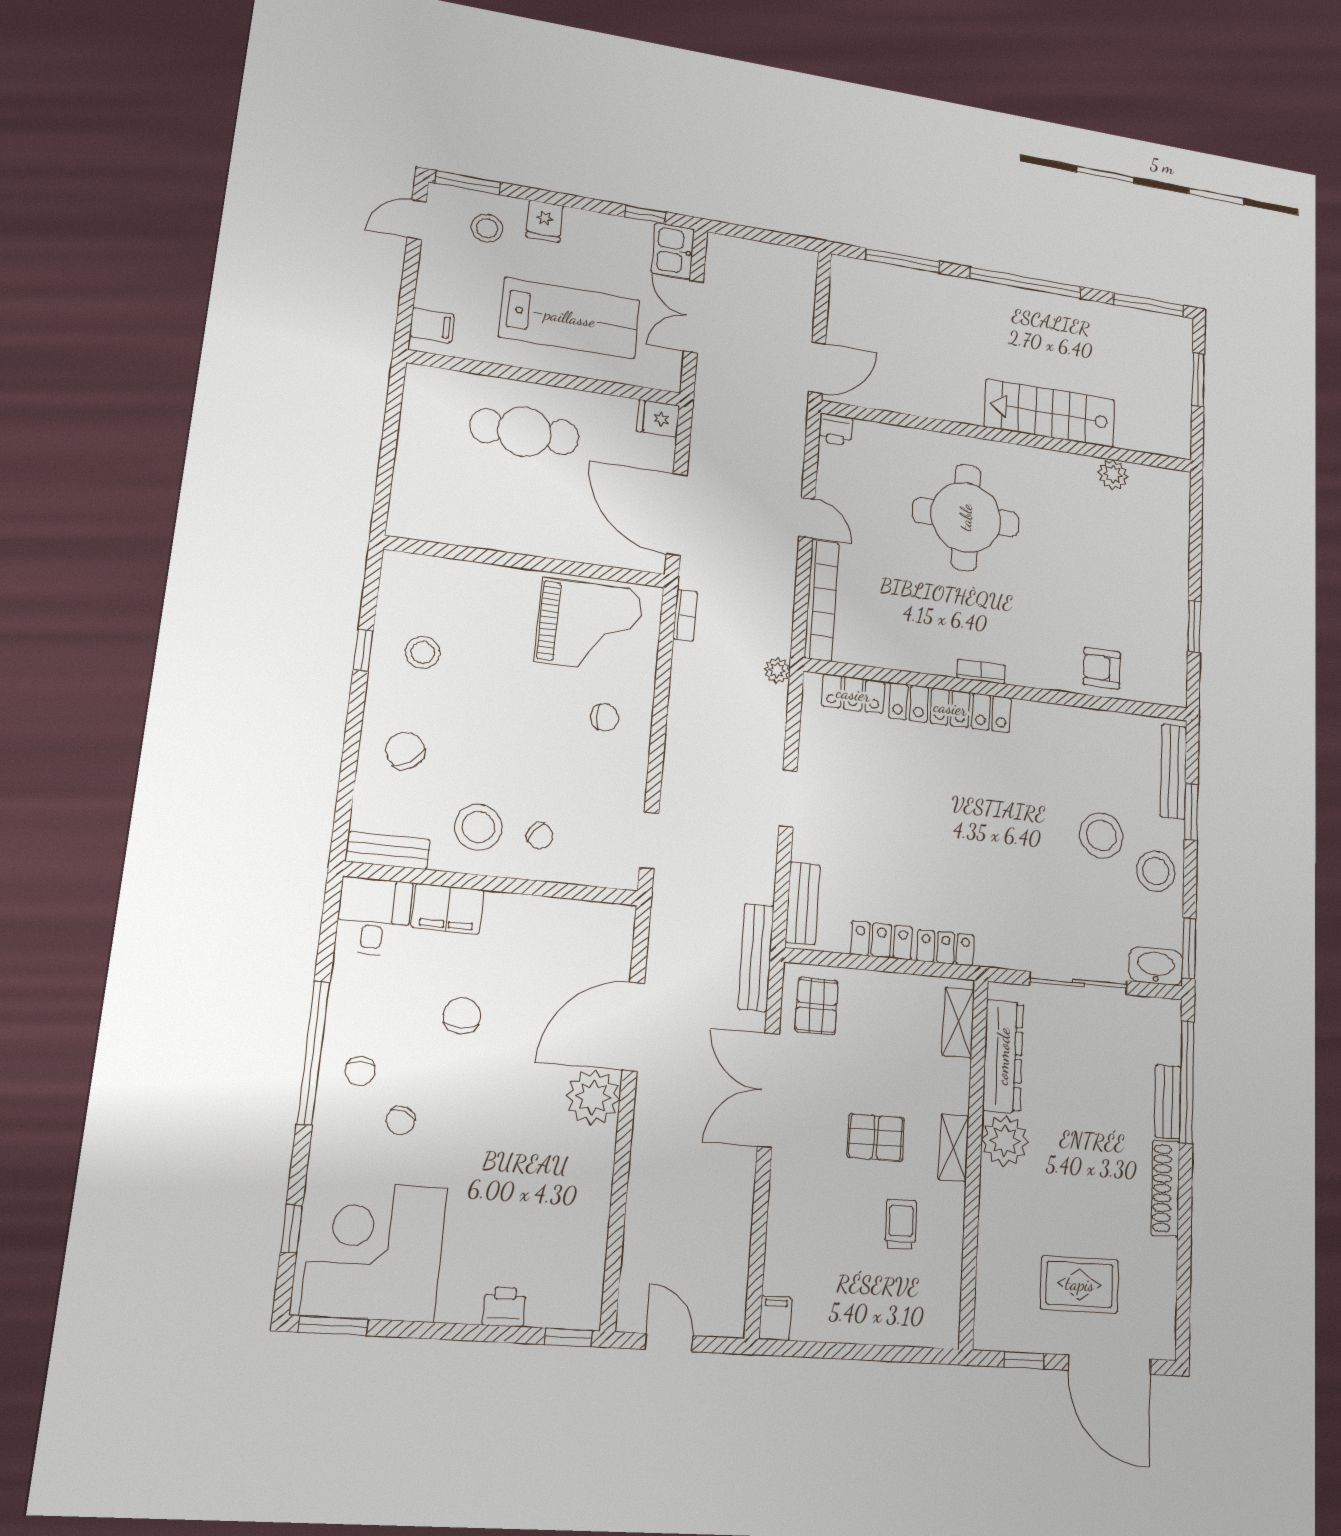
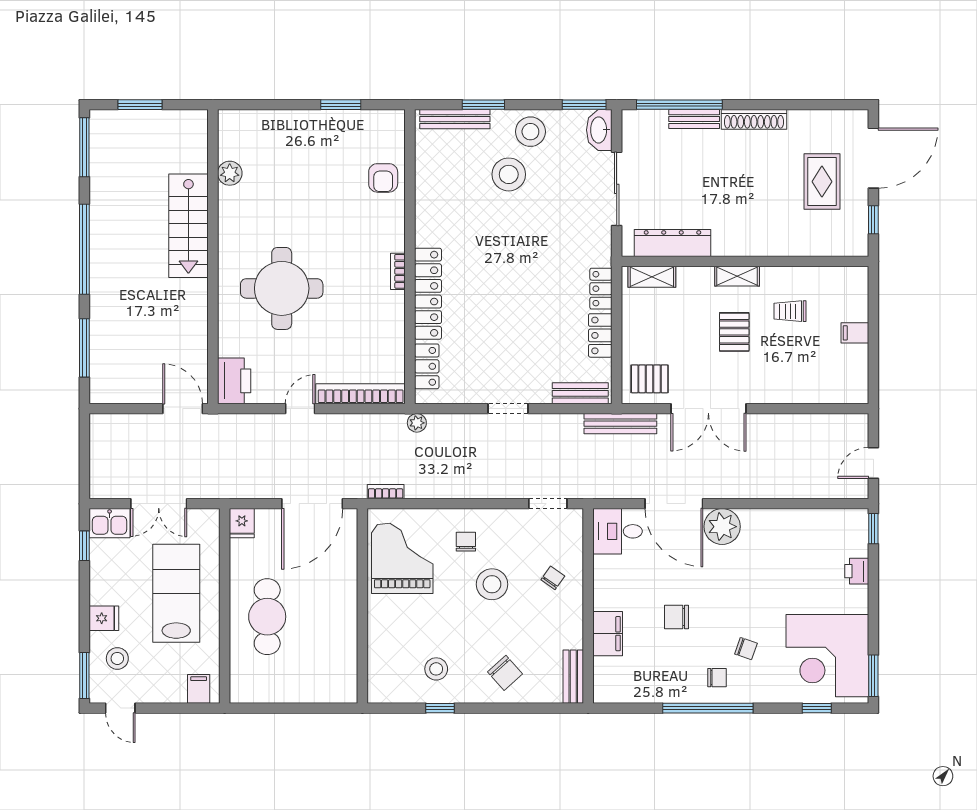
printer: (836, 429) -> (234, 381), width x1.87, depth x1.48
chair: (405, 751) -> (505, 673), turned -99
stool: (478, 827) -> (492, 584), moved
desk: (374, 917) -> (618, 531), moved
plant: (1005, 1141) -> (730, 239), removed
filing cabinet: (775, 1318) -> (855, 333), moved

